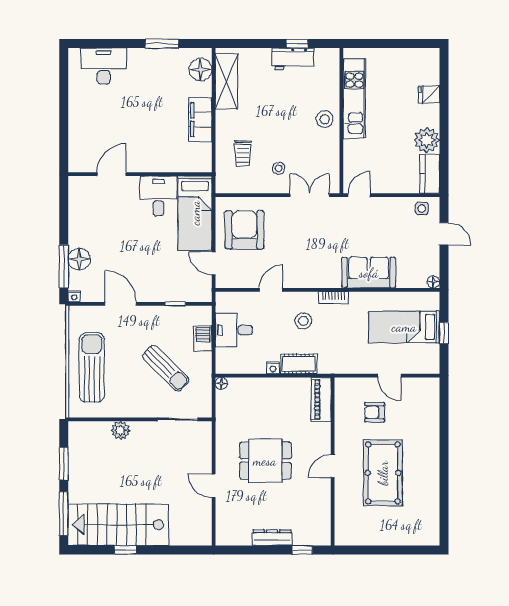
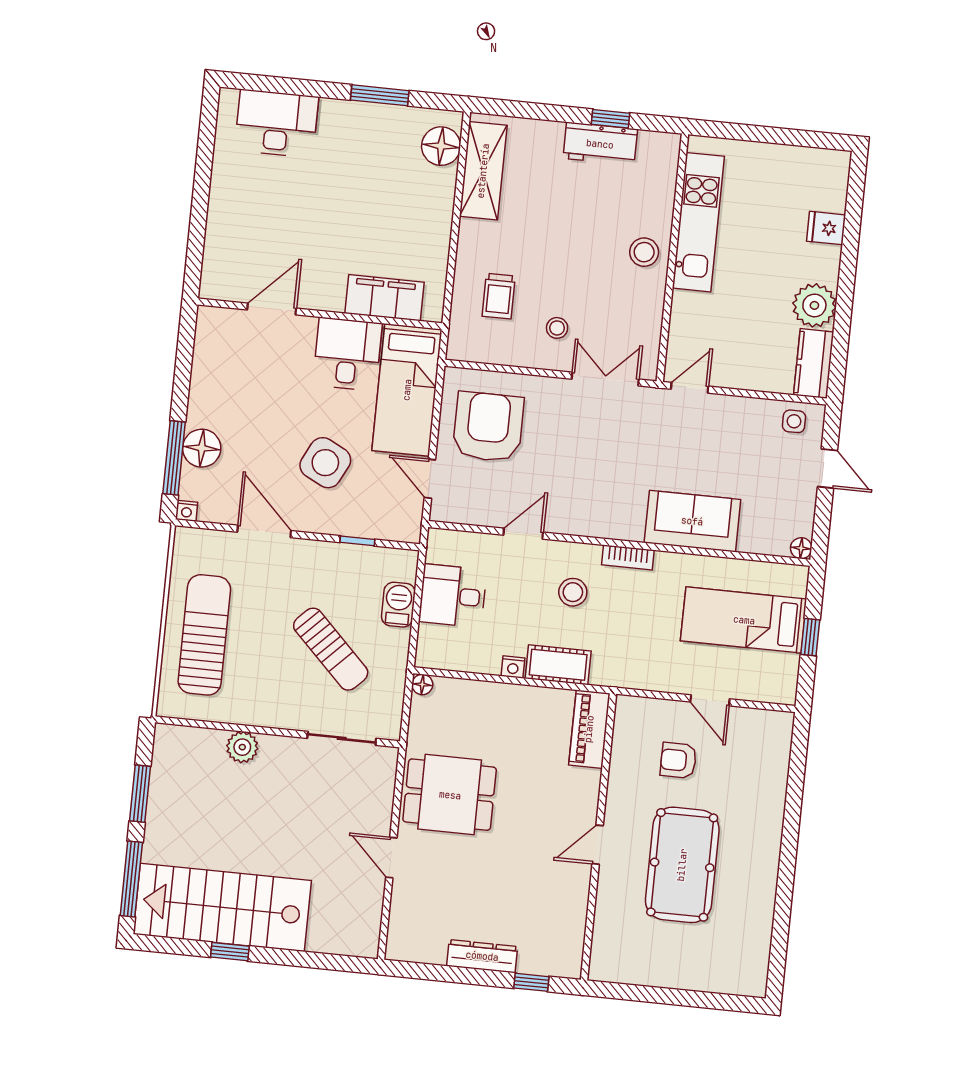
filing cabinet: (200, 120) -> (385, 298), moved, turned 90
side table: (152, 260) -> (325, 463), added
dining table: (265, 461) -> (450, 795), moved

